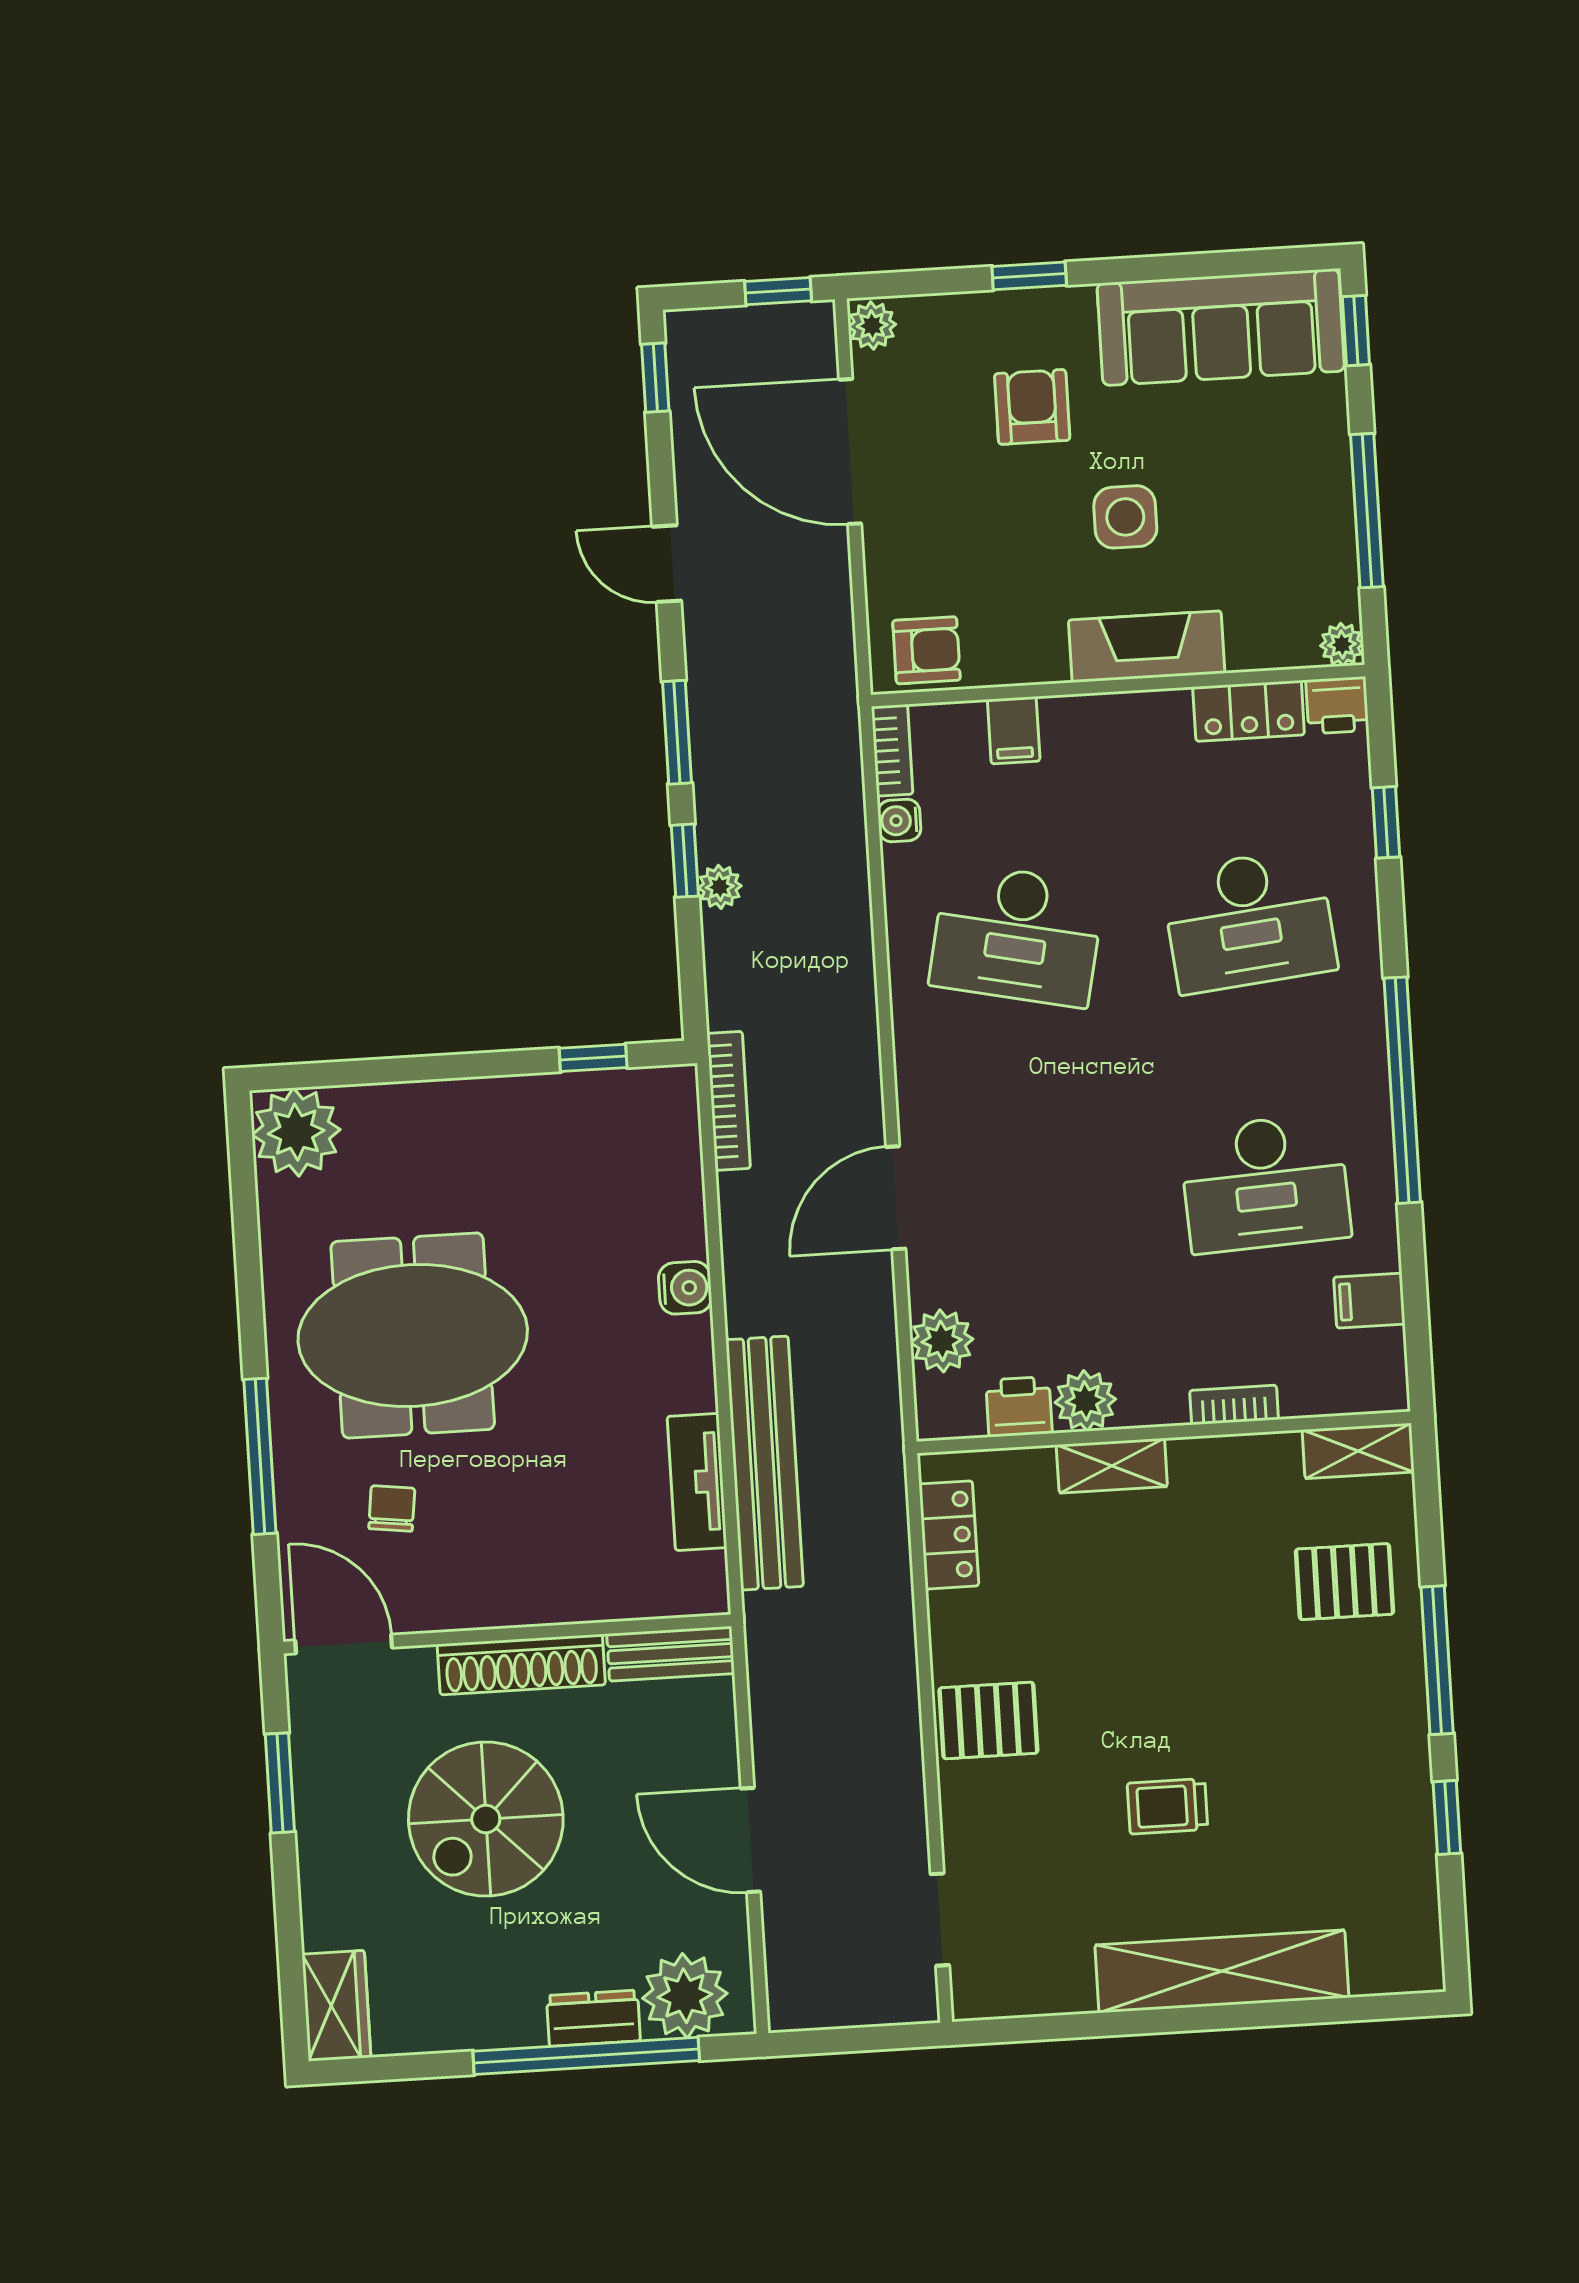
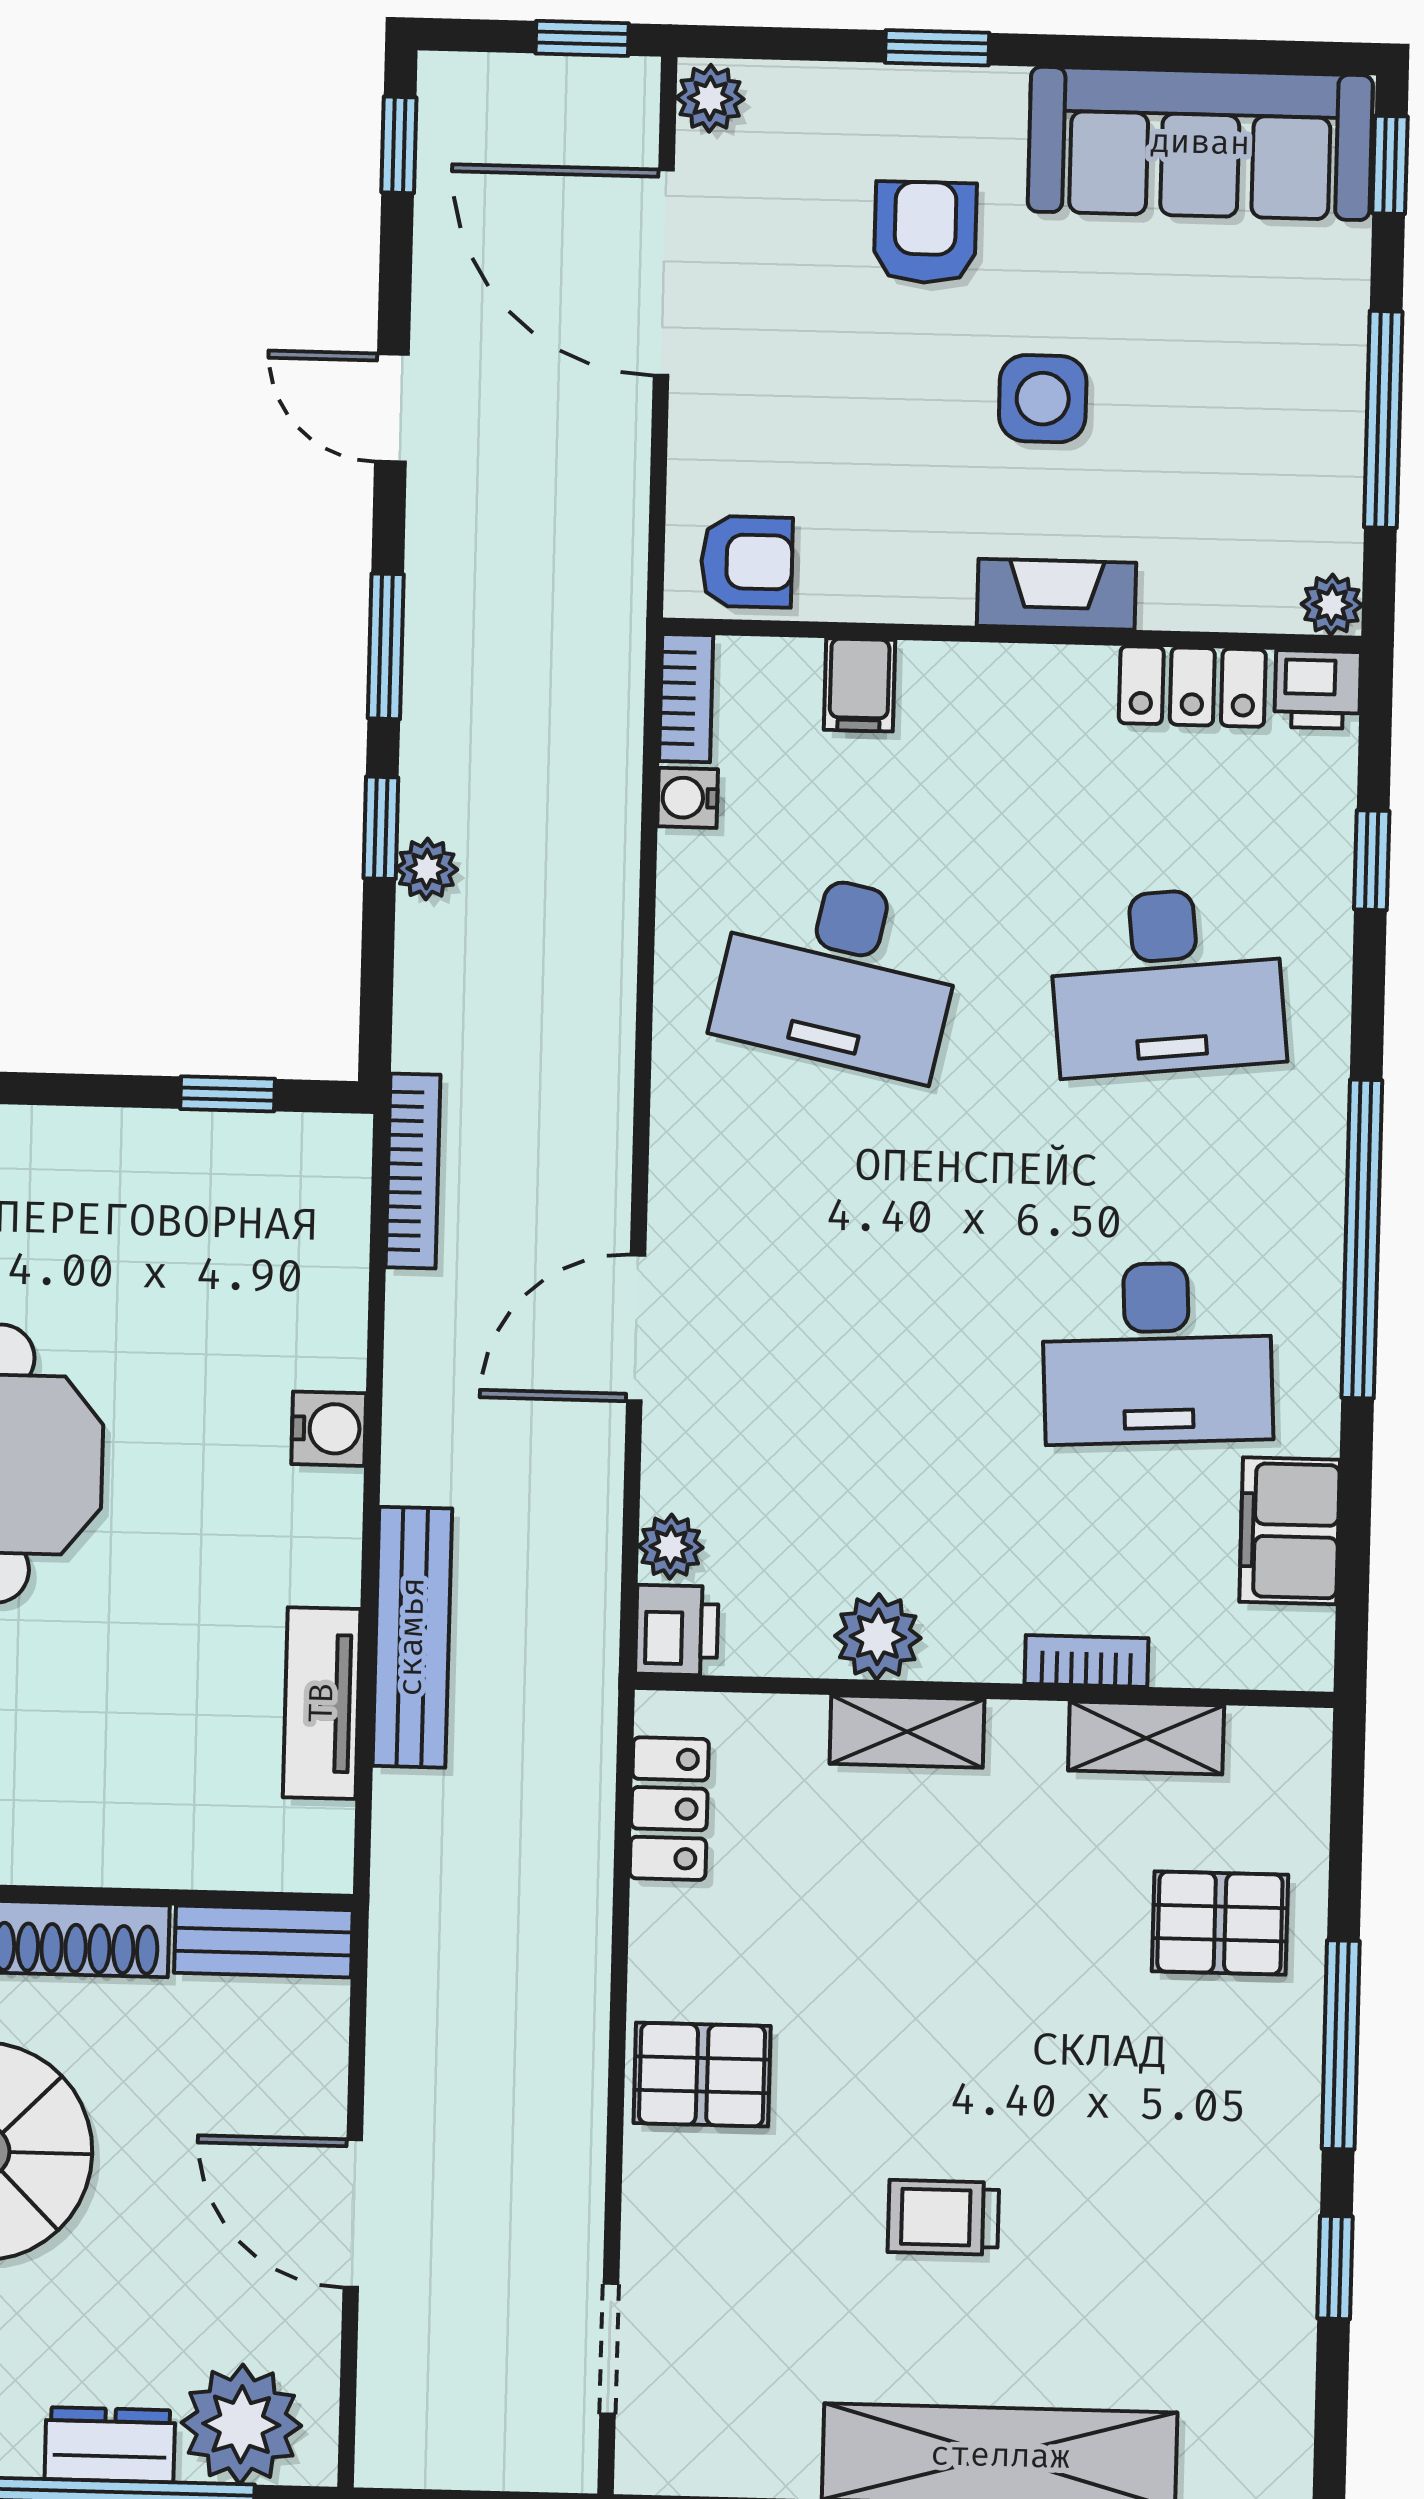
fireplace: (1147, 647) -> (1056, 594), width x0.73, depth x0.76
filing cabinet: (1369, 1301) -> (1290, 1531), width x2.00
plant: (942, 1341) -> (671, 1547), width x0.73, depth x0.73
printer: (1019, 1407) -> (677, 1630), moved, turned 90
shelving: (1358, 1451) -> (1146, 1738), moved
bench: (765, 1463) -> (412, 1637), width x0.73, depth x0.82

